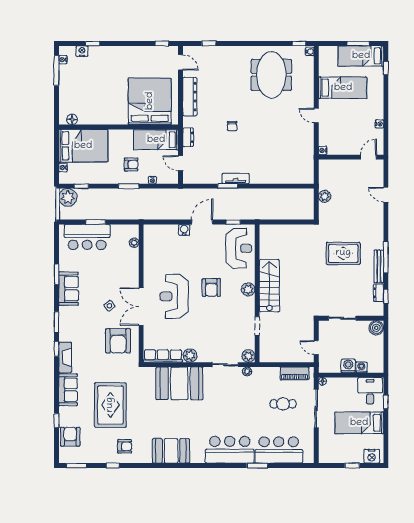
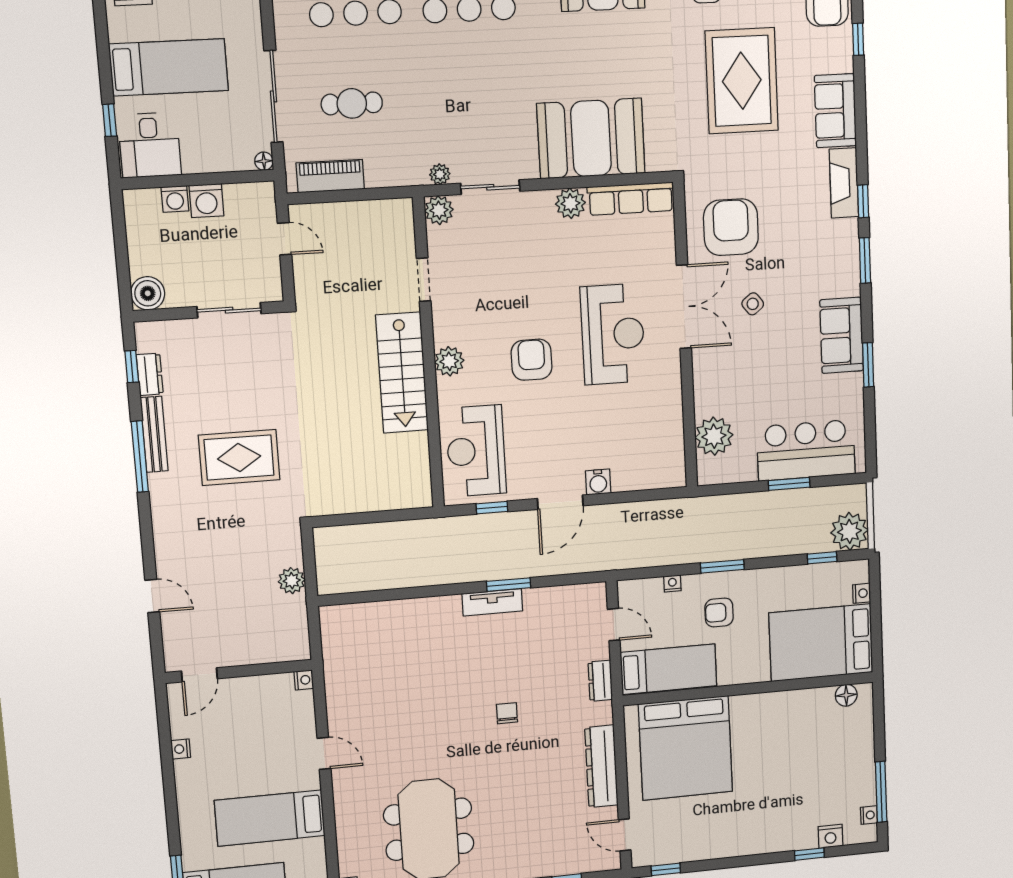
plant: (134, 243) -> (714, 436), width x1.88, depth x1.88

